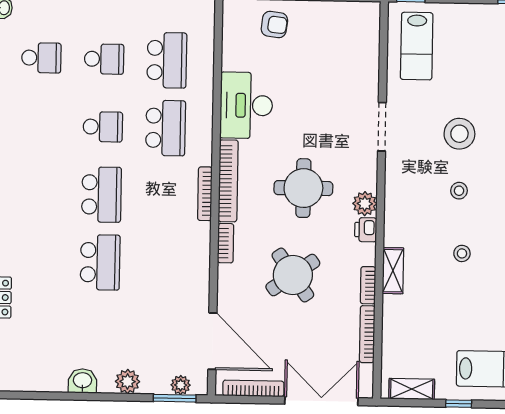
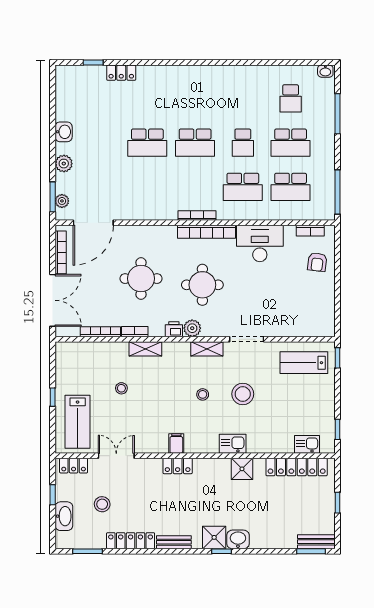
school desk: (104, 59) -> (291, 143), width x1.85
bookcase: (226, 243) -> (310, 231), moved
stool: (462, 253) -> (121, 388), moved
round table: (293, 275) -> (141, 279), turned 35
shelving: (412, 389) -> (207, 349), moved, turned 90

